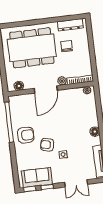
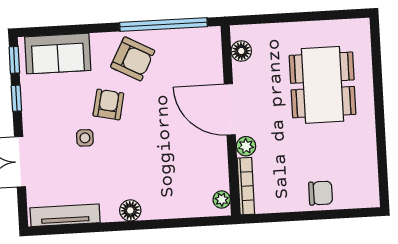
dresser: (70, 25) -> (367, 173), removed
chair: (67, 46) -> (321, 193), moved
dining table: (32, 48) -> (323, 85), width x0.73, depth x0.80
armchair: (26, 135) -> (133, 59), turned -62
sofa: (37, 177) -> (58, 54), moved, turned 90

